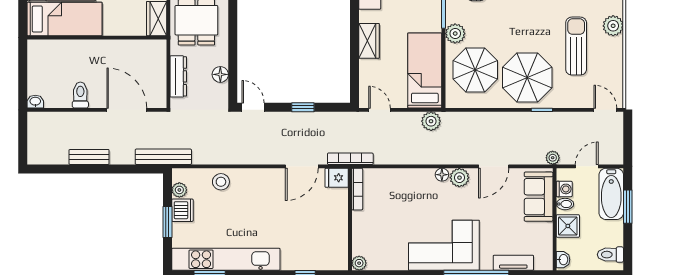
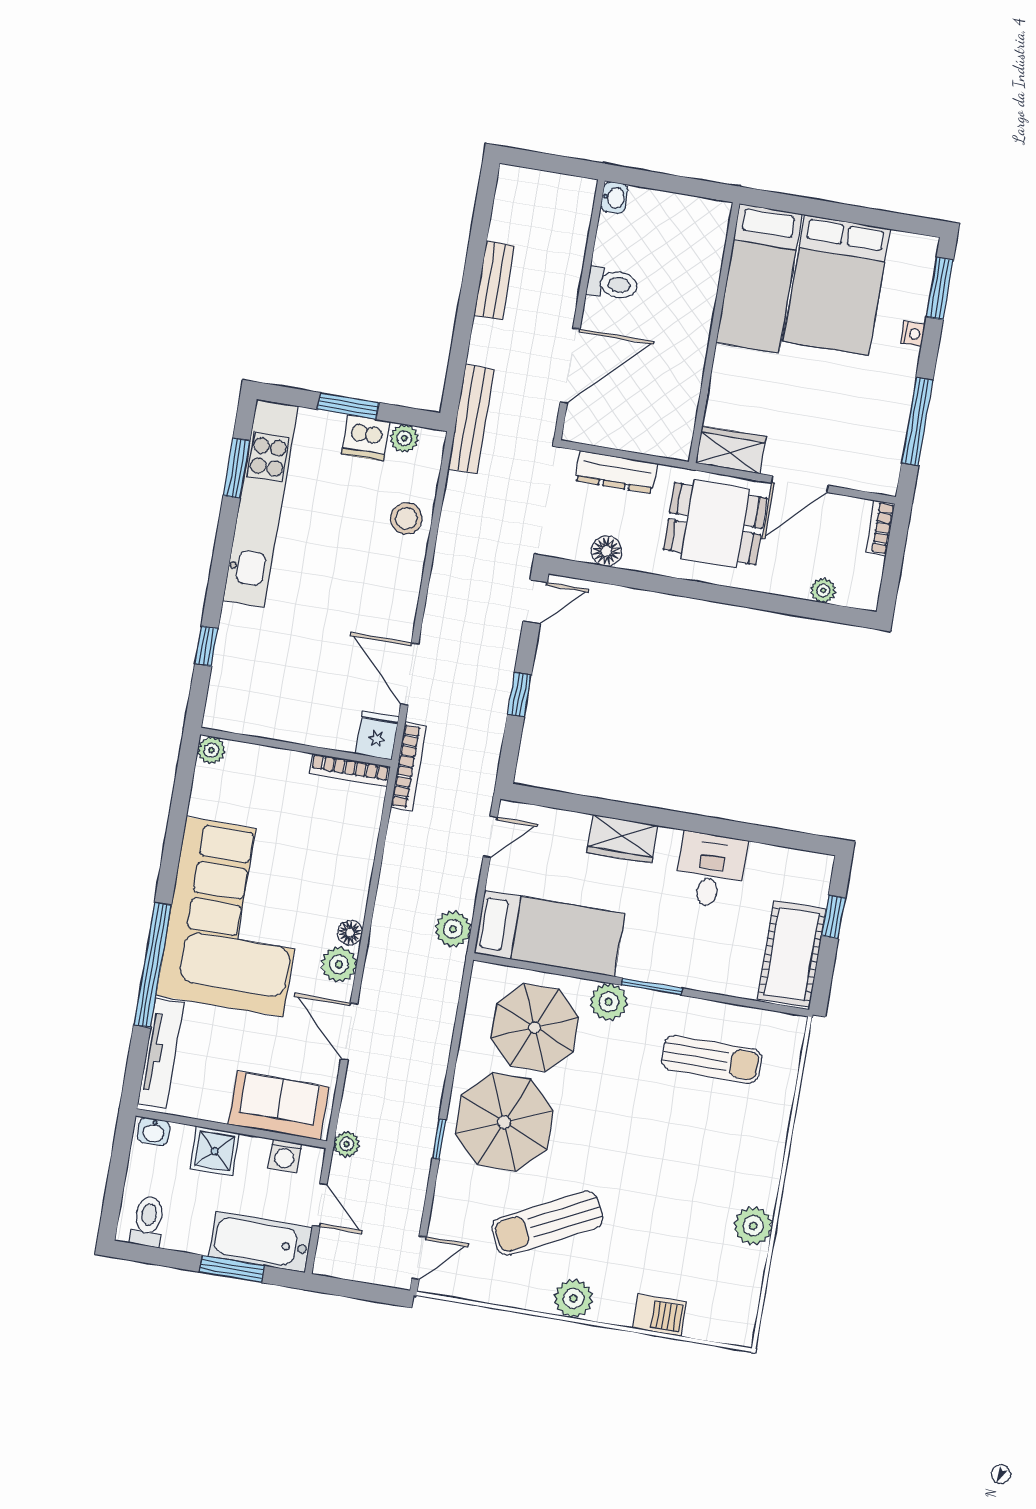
sun lounger: (576, 46) -> (547, 1223), turned 153
bidet: (565, 204) -> (256, 1152), removed
corner sofa: (444, 245) -> (235, 917), width x1.36, depth x1.36
tv unit: (513, 263) -> (161, 1053), width x1.41

